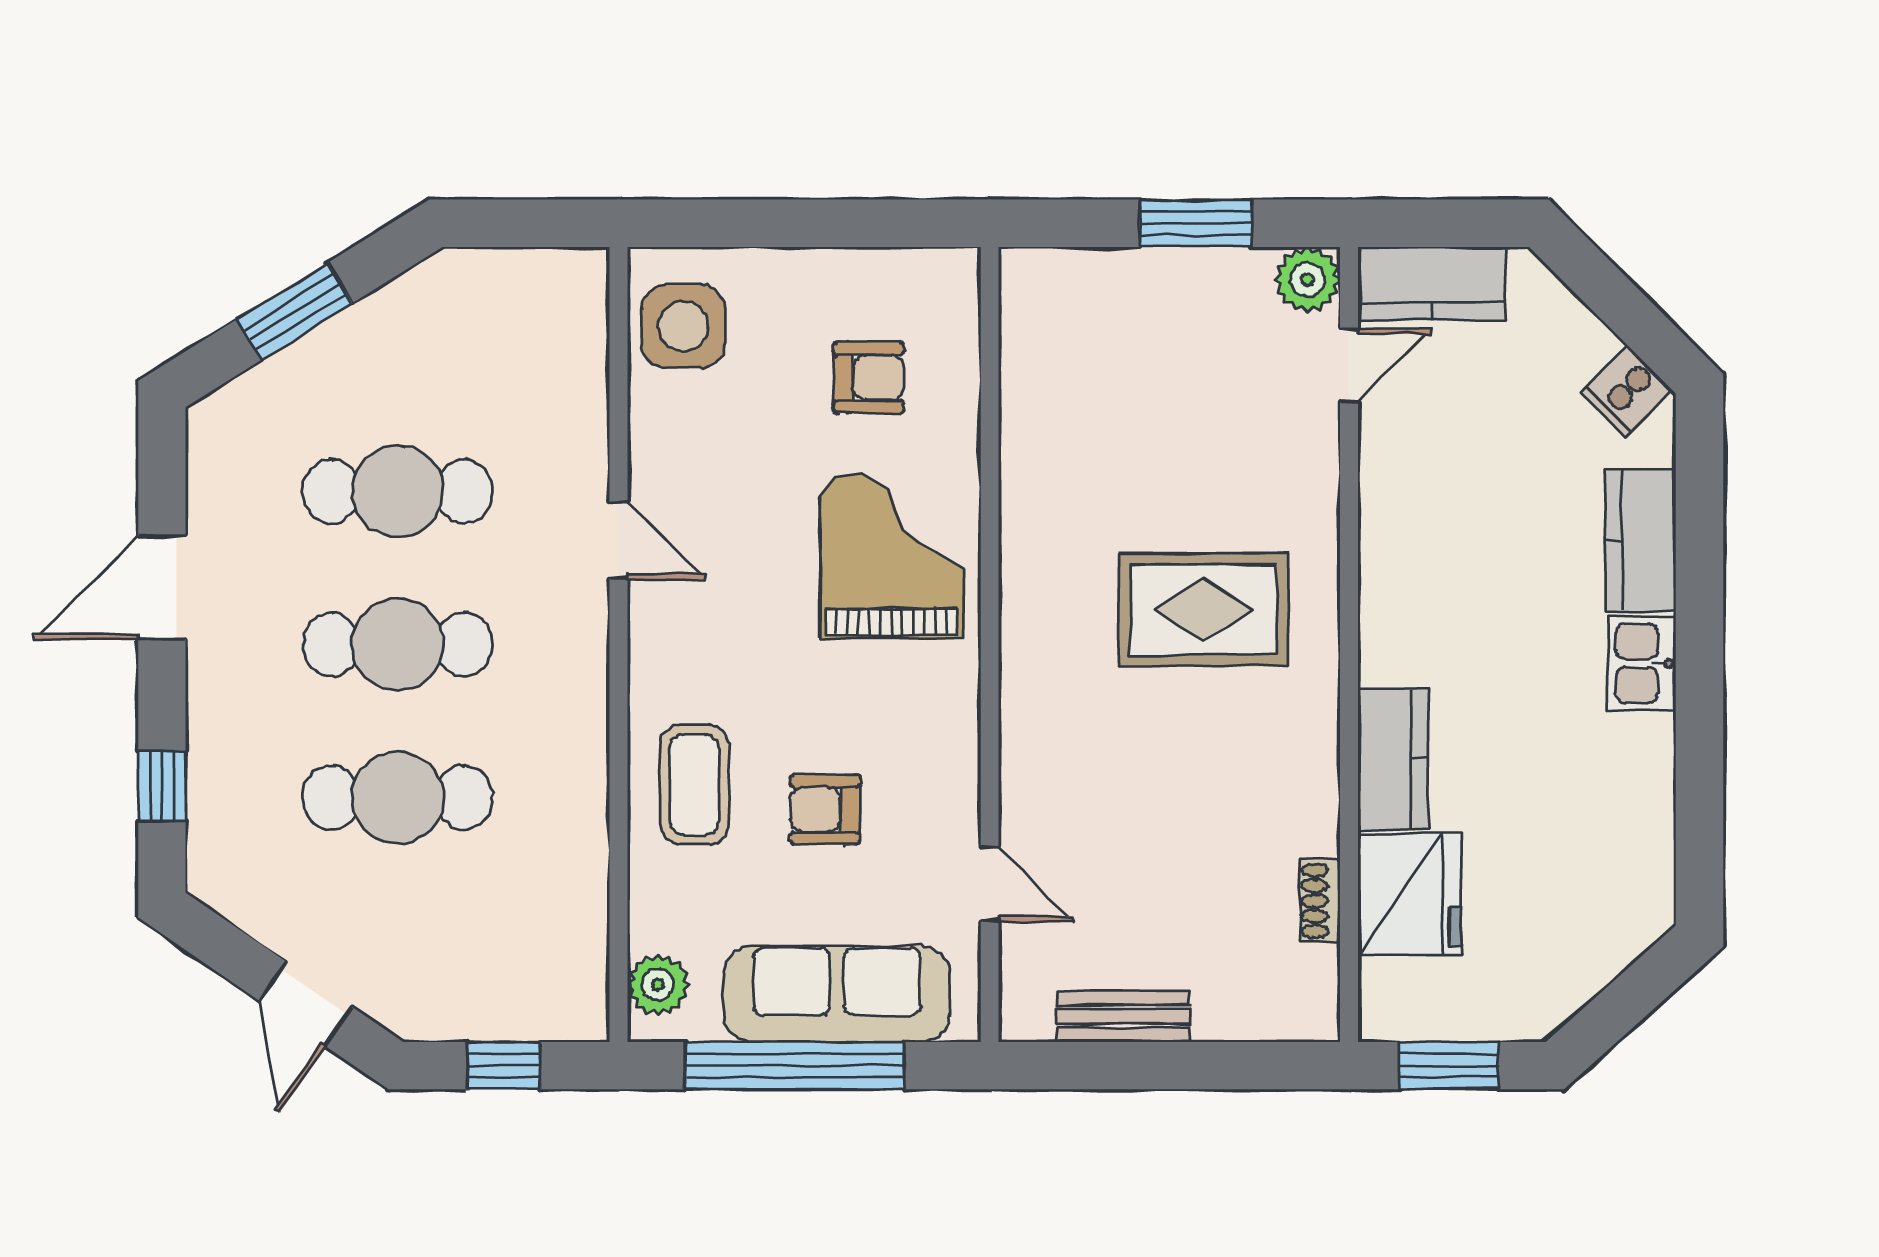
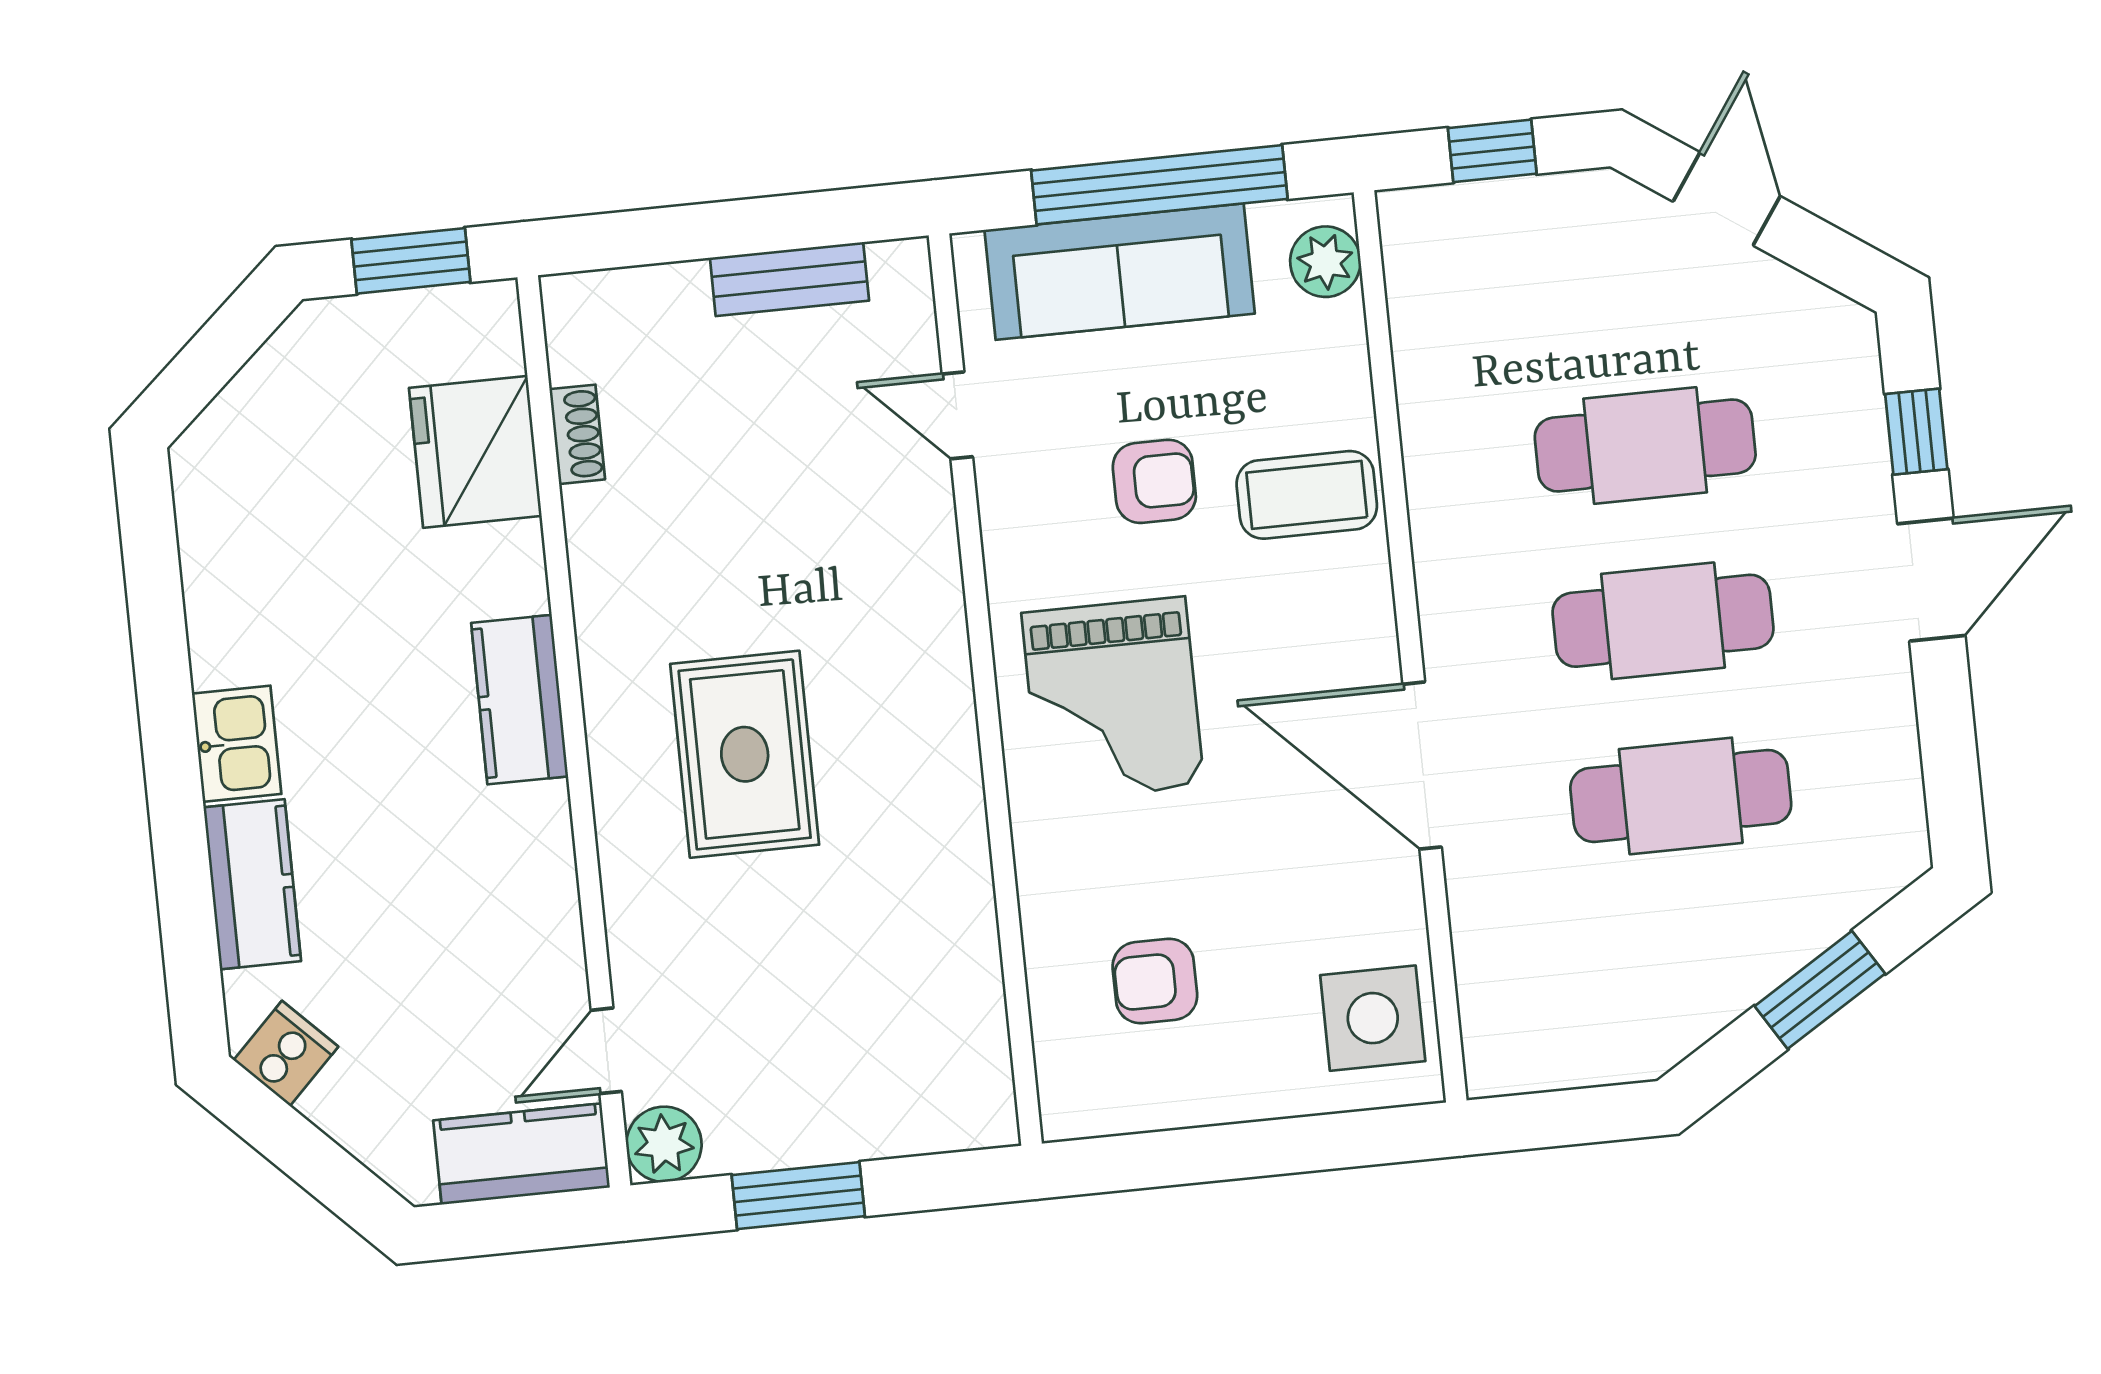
door: (618, 540) -> (1422, 766), width x1.87
grand piano: (891, 556) -> (1113, 699), moved
door: (162, 587) -> (1931, 580), moved
rug: (1203, 610) -> (745, 754), turned 90
kitchen counter: (1393, 758) -> (520, 700), moved
coffee table: (695, 785) -> (1307, 495), turned 90

